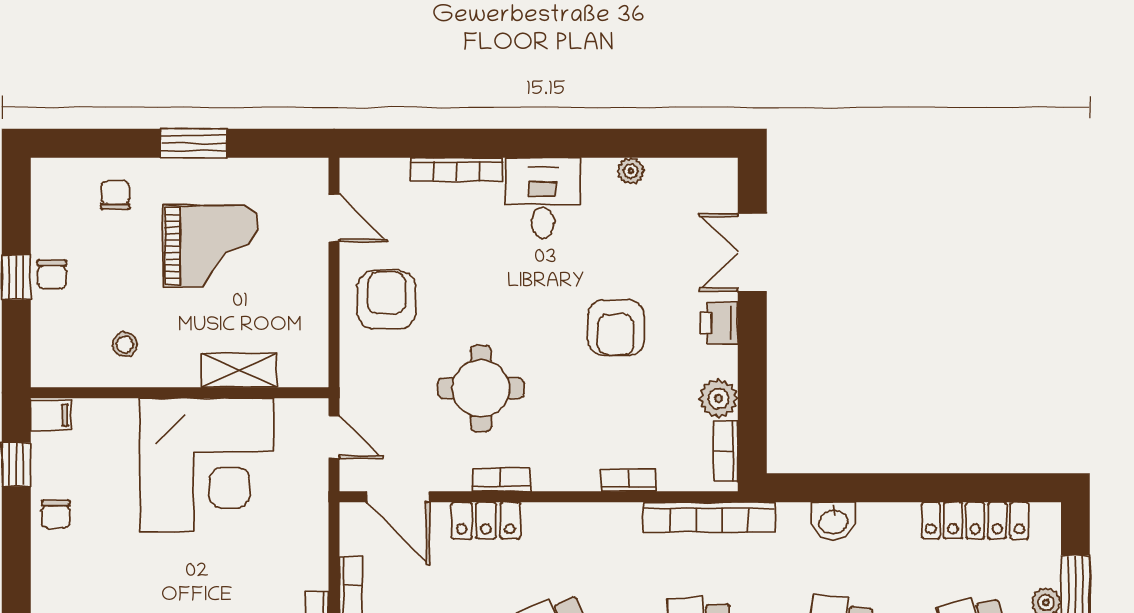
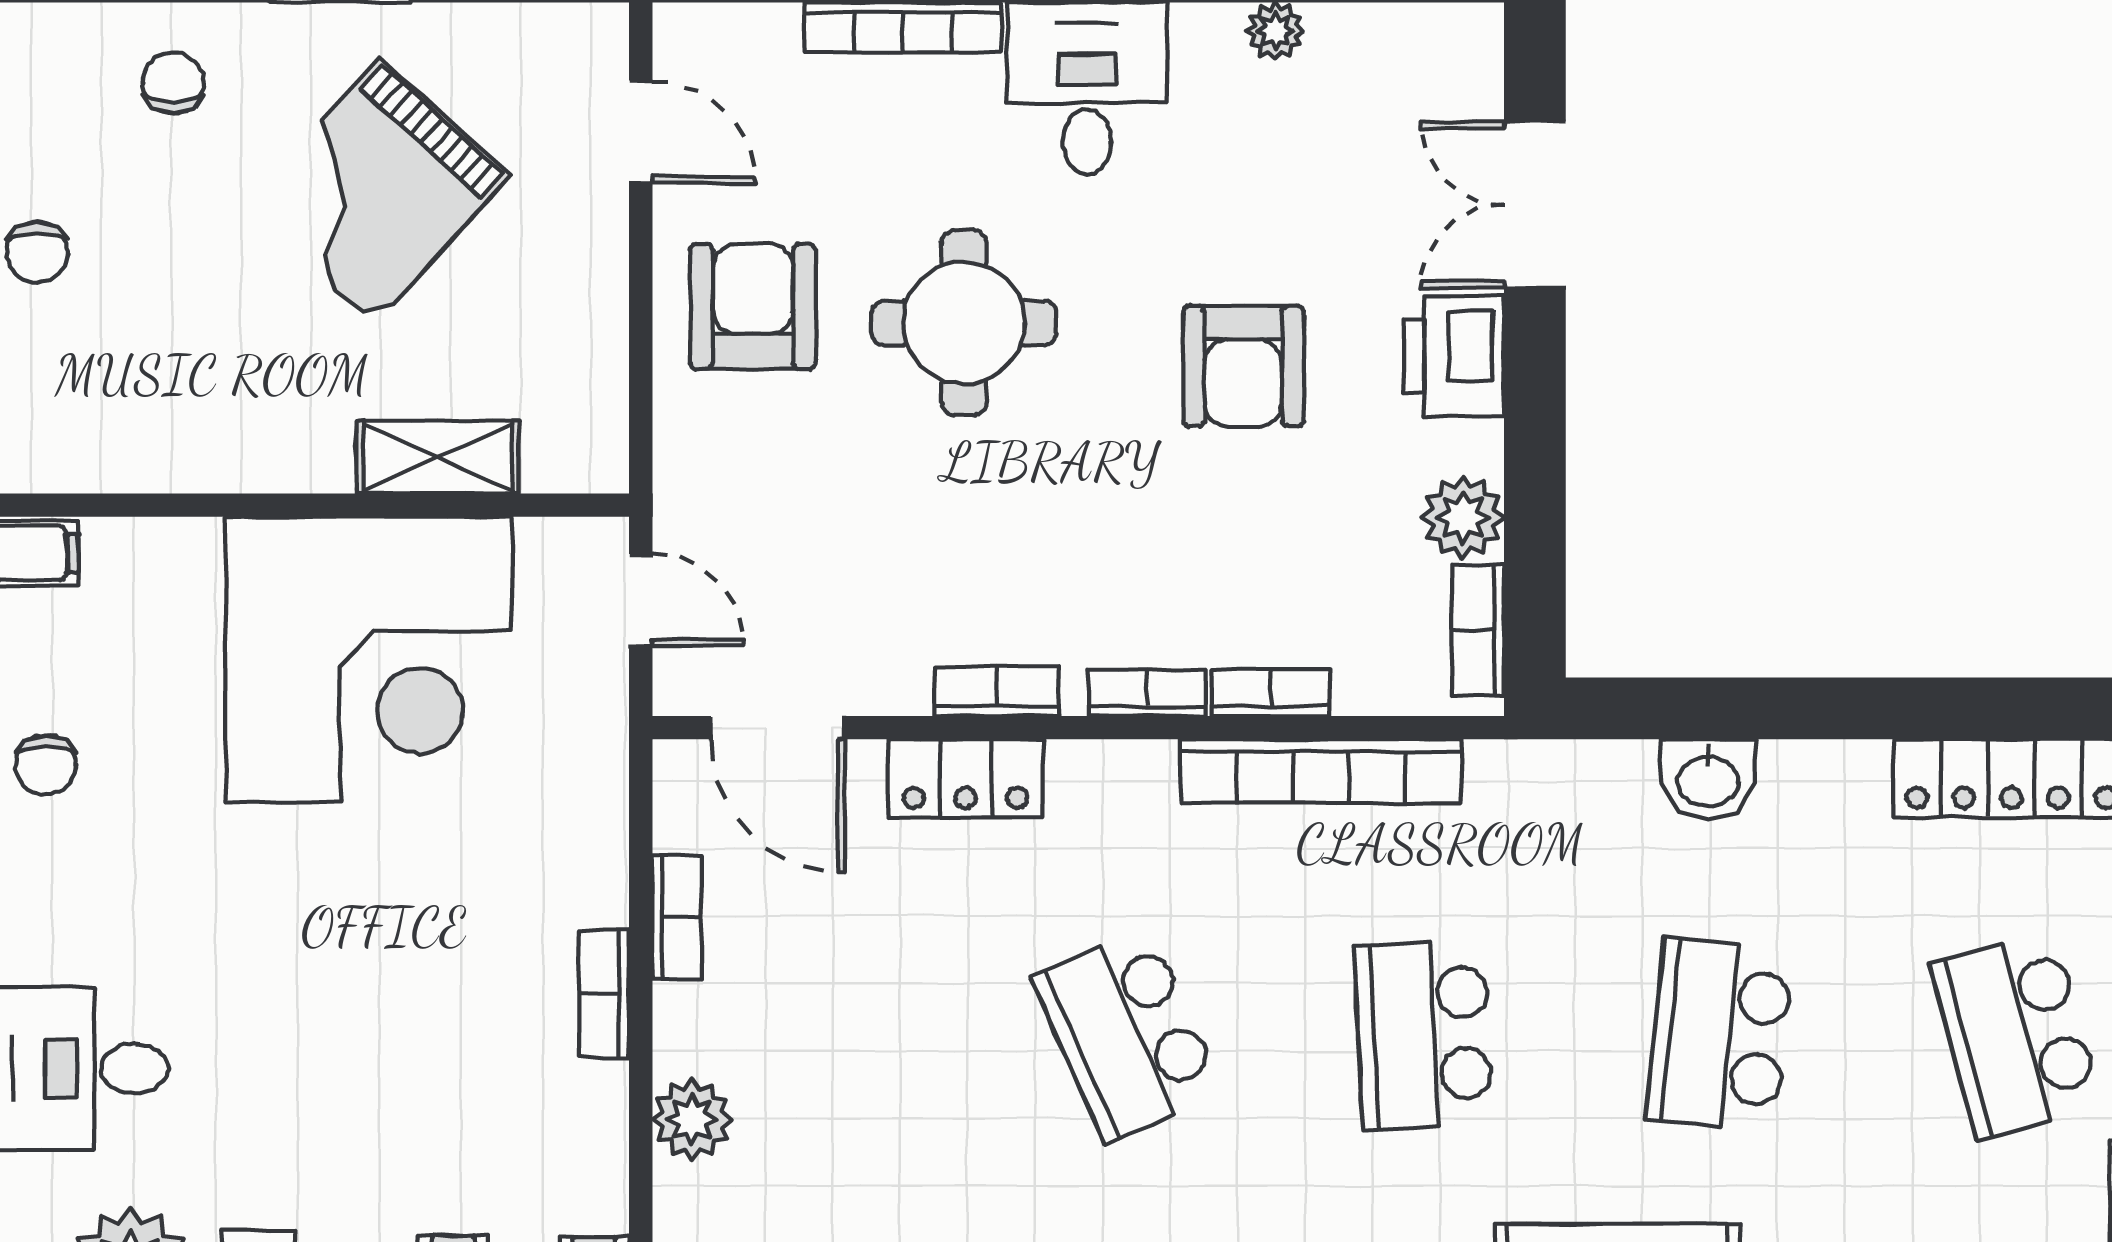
grand piano: (211, 246) -> (377, 191), turned 132
printer: (719, 323) -> (1454, 356), width x1.36, depth x1.24
stool: (125, 344) -> (193, 402), removed
round table: (481, 388) -> (964, 323), moved
bookcase: (571, 481) -> (1147, 693), added
bookcase: (709, 517) -> (1321, 771), moved

